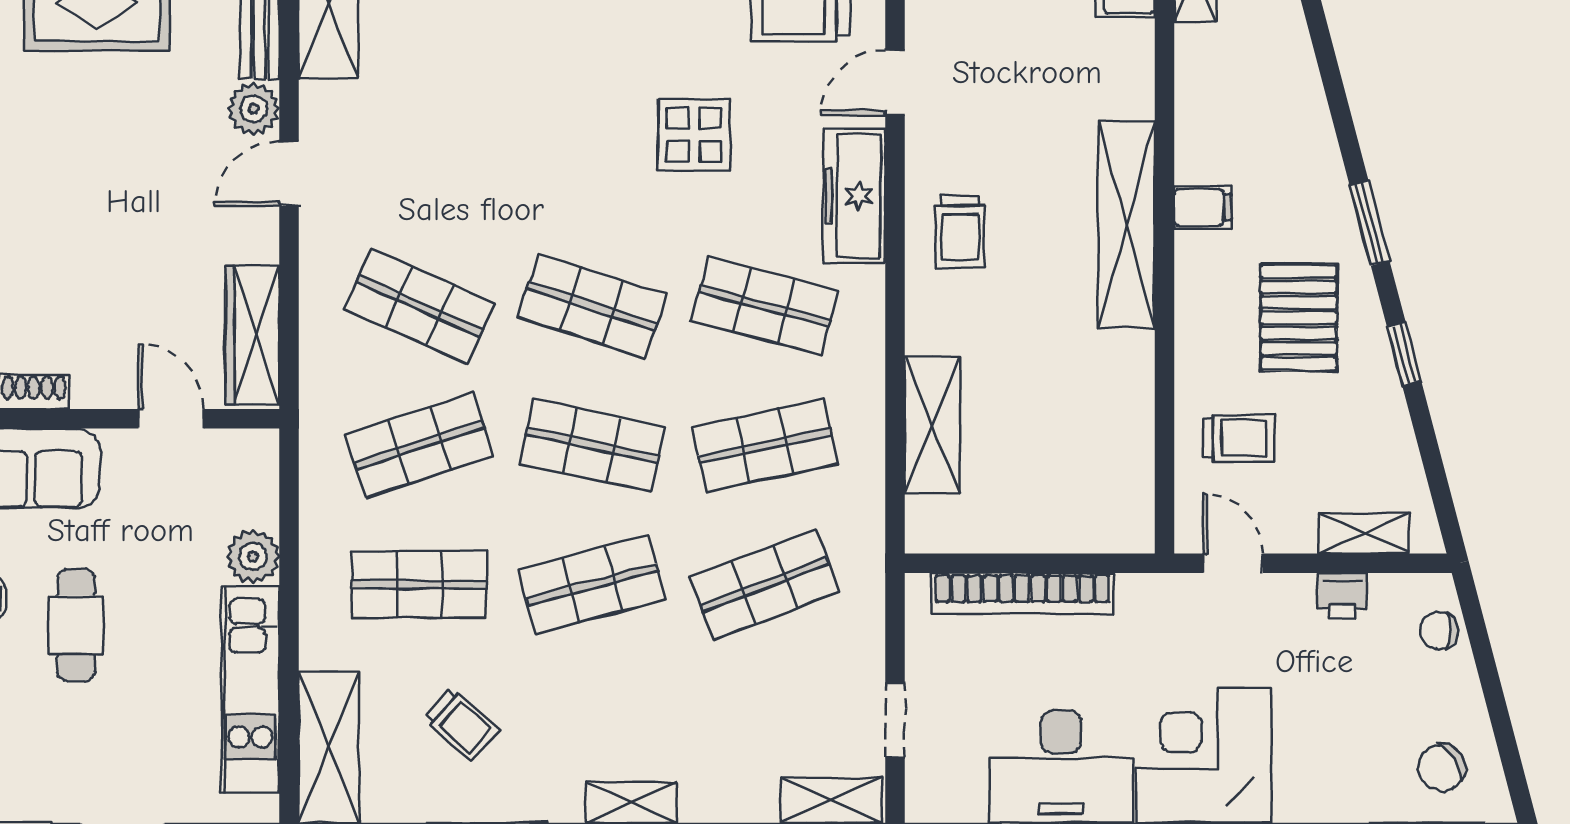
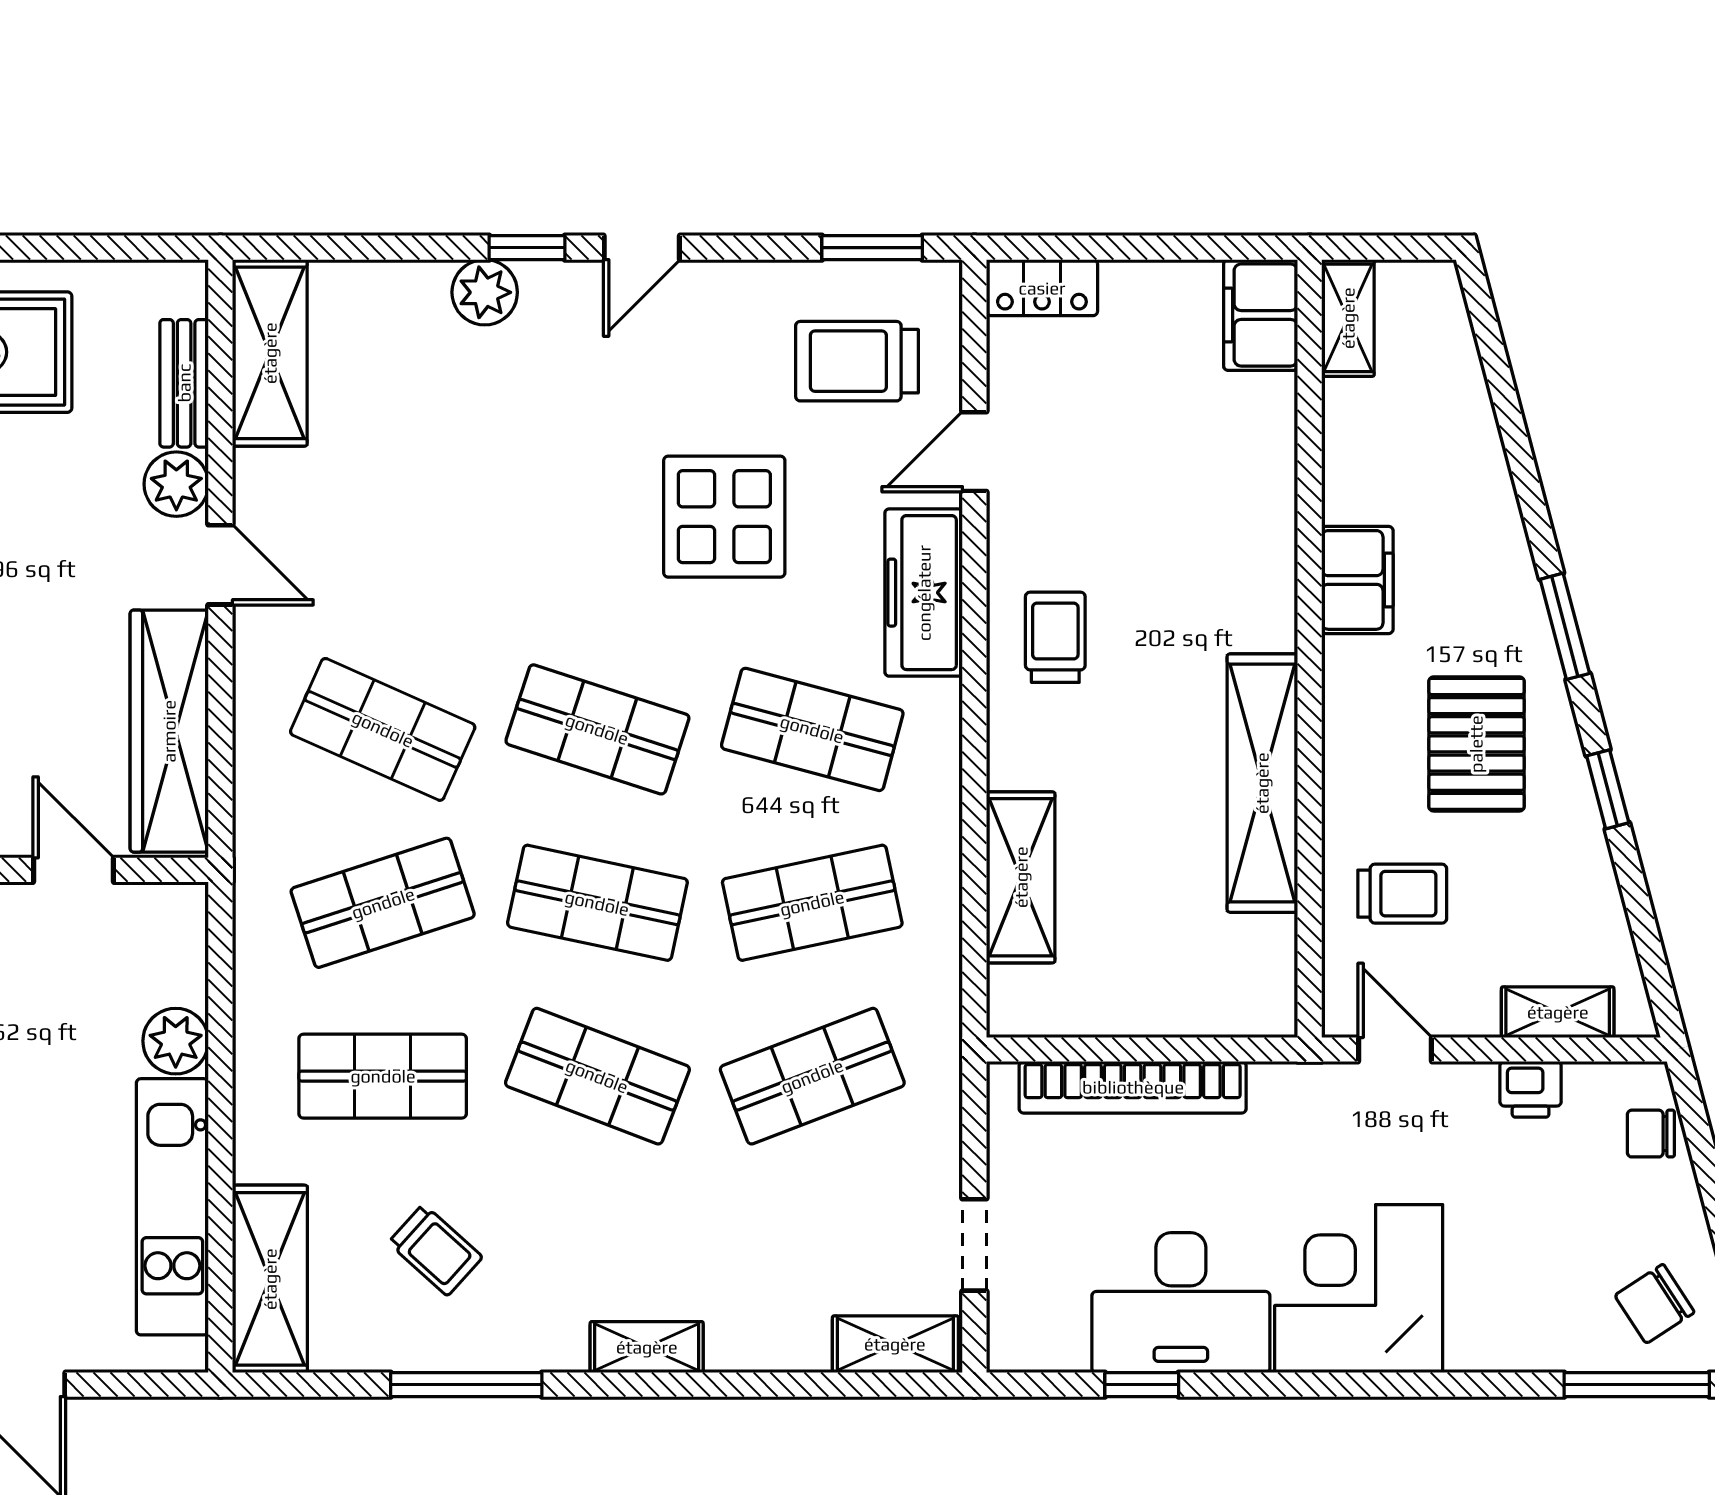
display table: (694, 135) -> (724, 517), width x1.36, depth x1.36
door: (289, 174) -> (220, 565), swing flipped
filing cabinet: (1203, 207) -> (1357, 580), width x2.00
shelving: (1126, 225) -> (1262, 783), moved
trolley: (960, 232) -> (1055, 637), turned 180
wardrobe: (253, 335) -> (169, 731), width x1.40, depth x1.17
shop shelf: (592, 585) -> (597, 1076), turned 36

